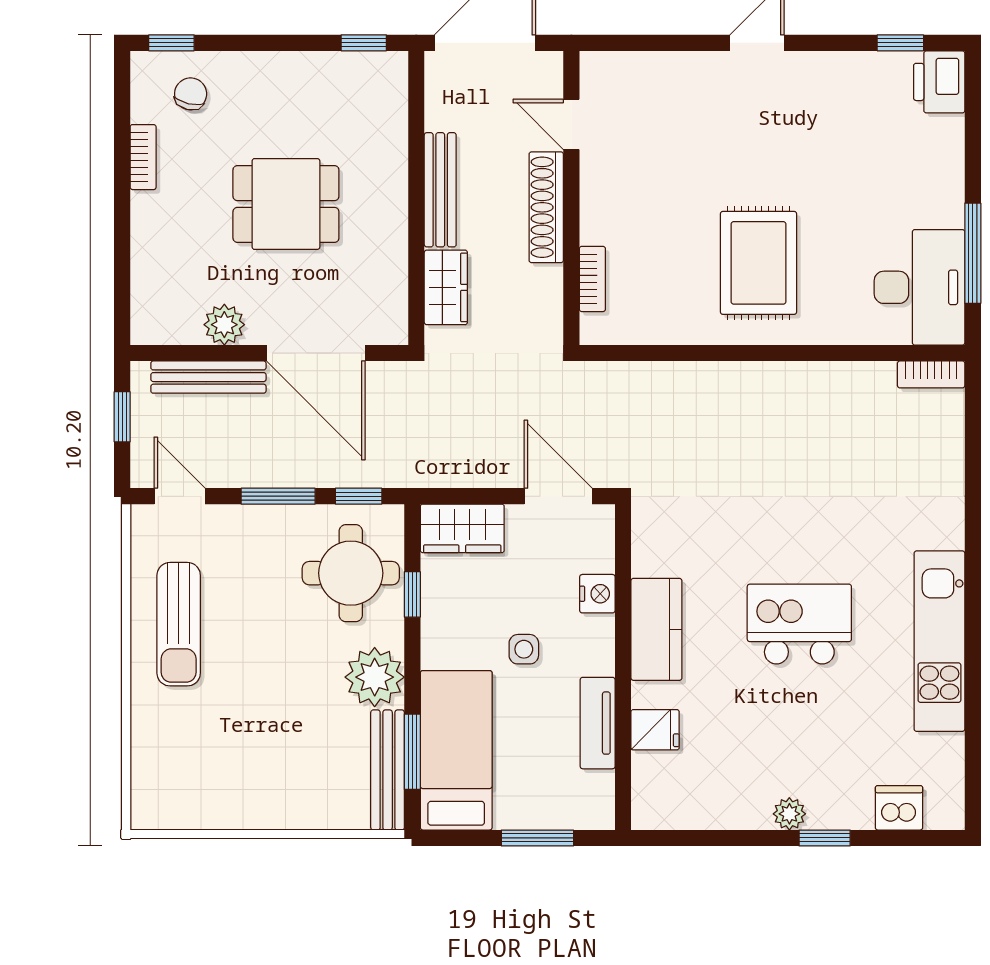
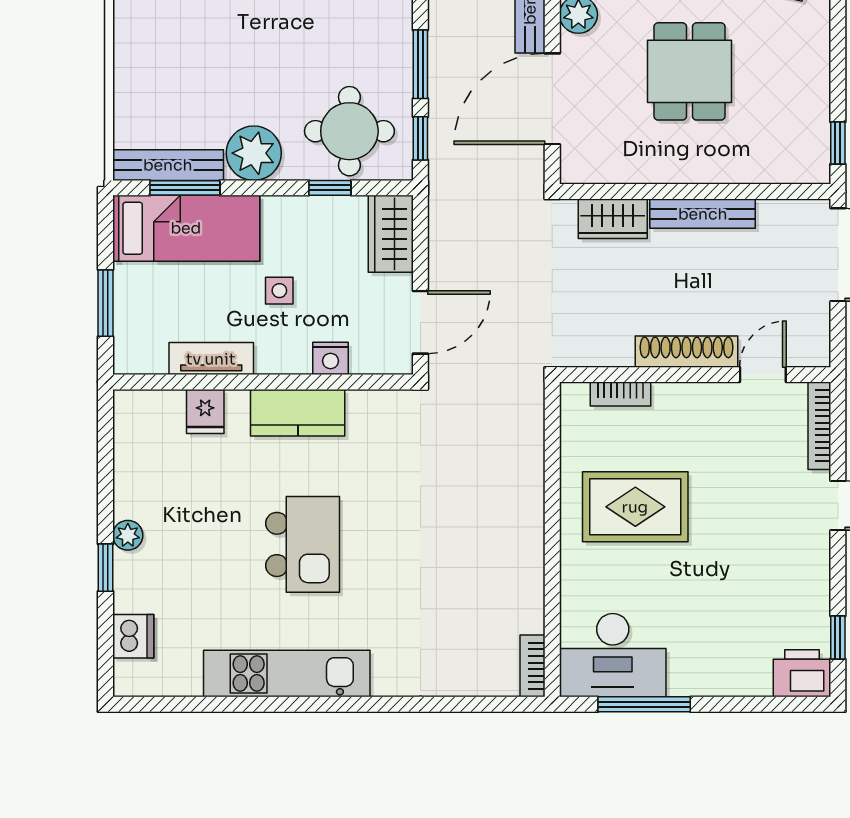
bookcase: (671, 63) -> (819, 426), added
door: (571, 124) -> (763, 375), moved
wall: (571, 198) -> (695, 375), moved
shoe rack: (546, 207) -> (686, 352), moved
bookcase: (592, 279) -> (620, 394), moved

